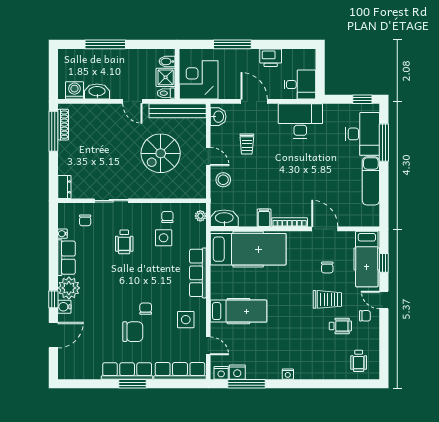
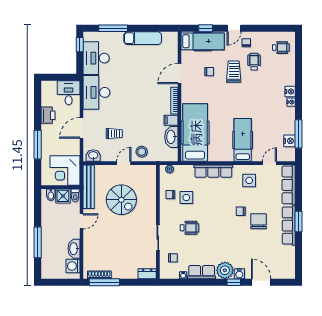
desk: (362, 134) -> (96, 58), moved, turned -90
washbasin: (224, 218) -> (171, 137), moved
nightstand: (221, 373) -> (290, 91), moved

